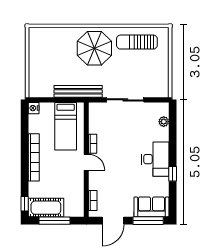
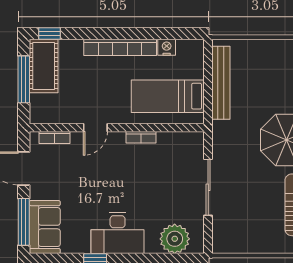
bench: (78, 91) -> (221, 83), moved
nightstand: (34, 108) -> (167, 47), moved
plant: (164, 122) -> (175, 239), width x1.88, depth x1.88
door: (86, 162) -> (95, 128), moved

